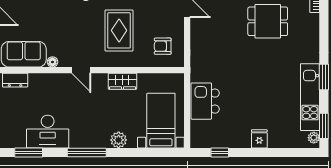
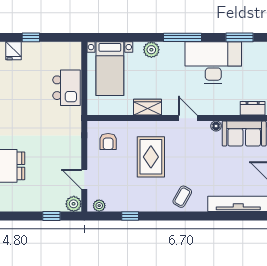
armchair: (163, 46) -> (108, 141), turned 90
desk: (48, 132) -> (213, 63), width x1.36, depth x1.30
window: (220, 152) -> (31, 37), moved

